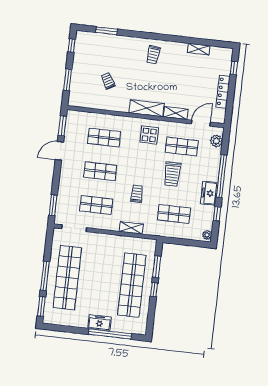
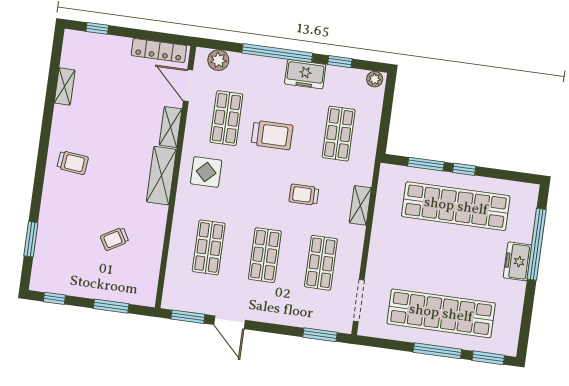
locker: (223, 92) -> (159, 51), moved

